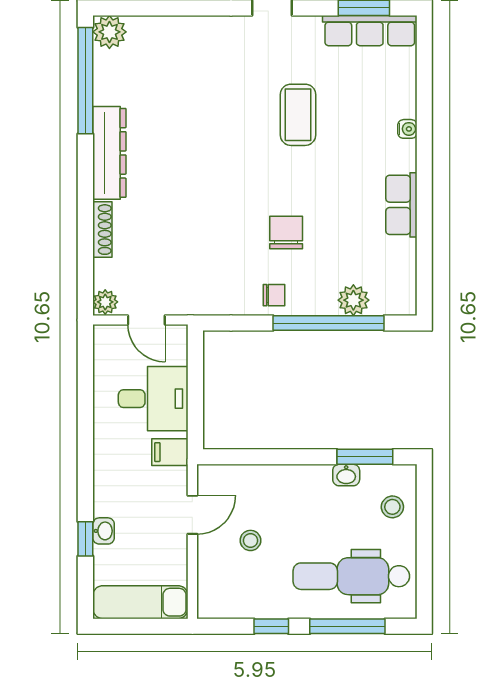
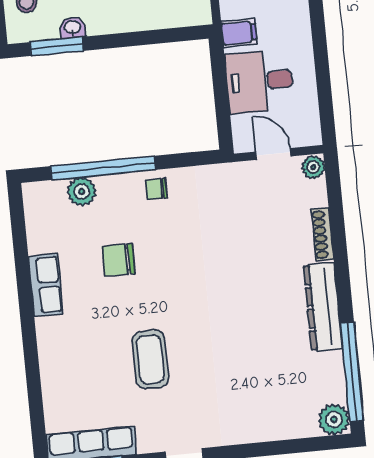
water cooler: (407, 129) -> (47, 356), removed
chair: (286, 232) -> (118, 260), moved, turned 90

